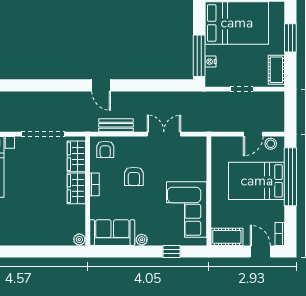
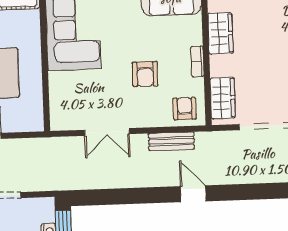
armchair: (134, 176) -> (145, 74), turned 180
wardrobe: (76, 188) -> (220, 33), moved

